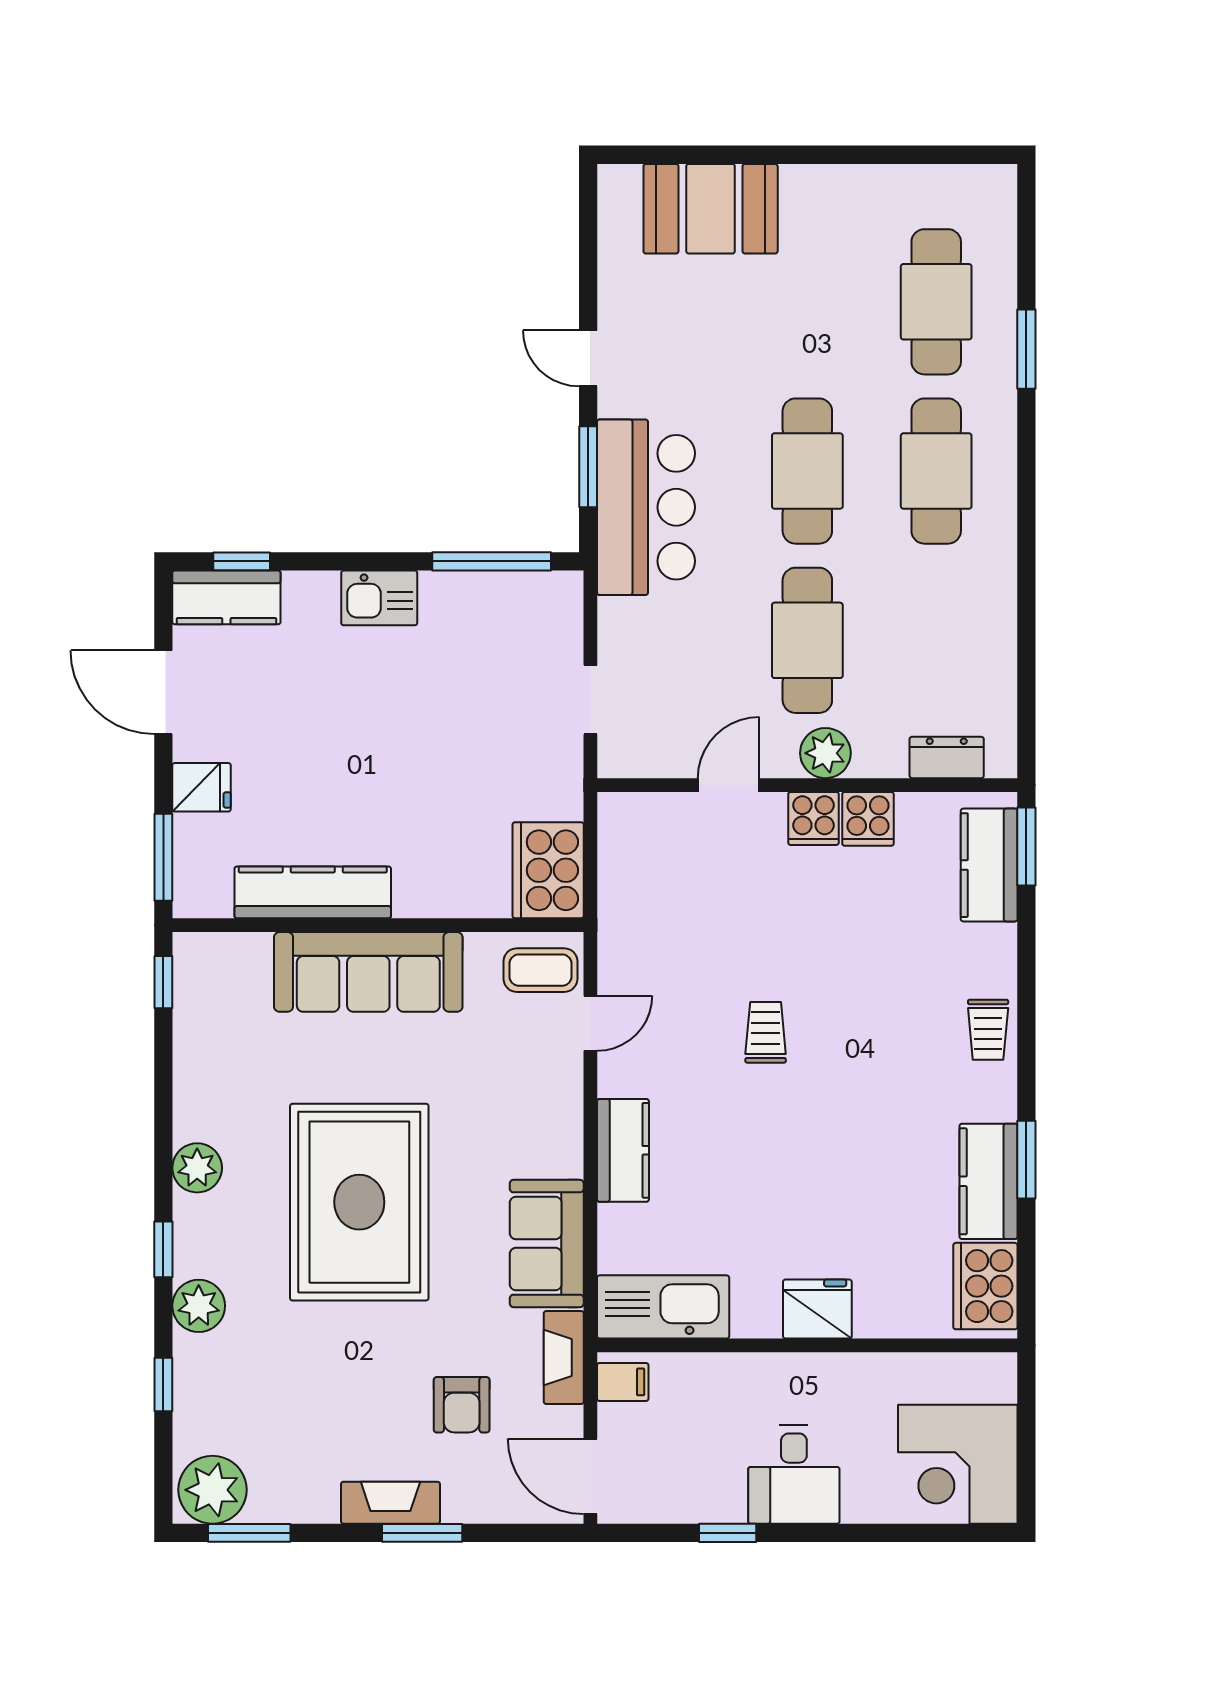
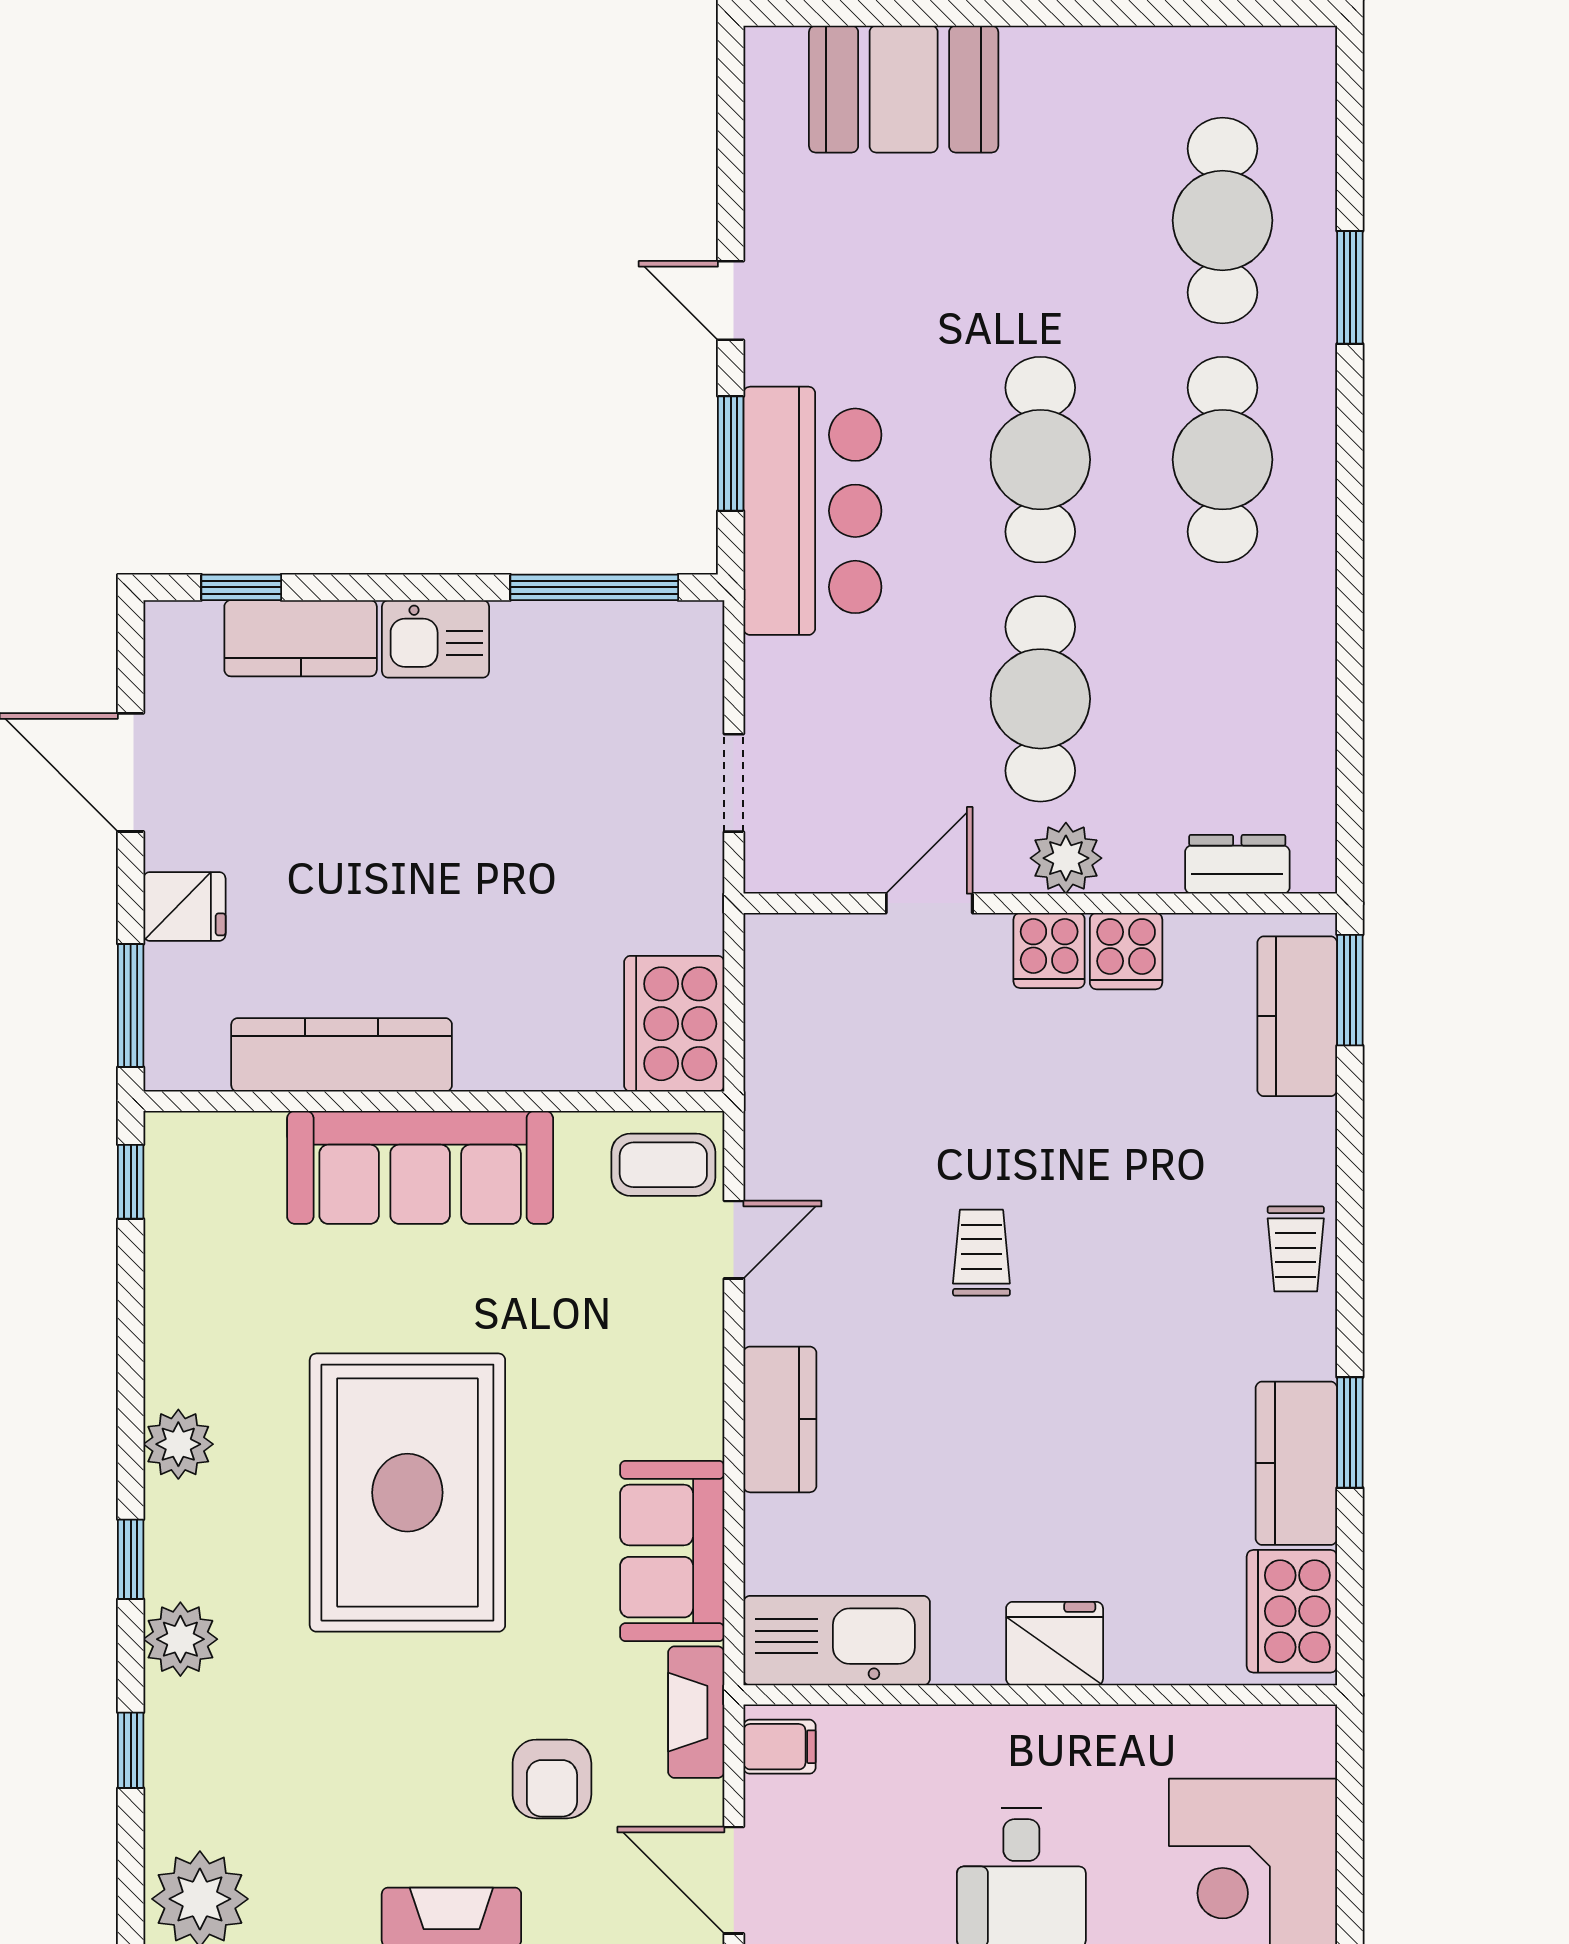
kitchen counter: (226, 597) -> (301, 638), moved

